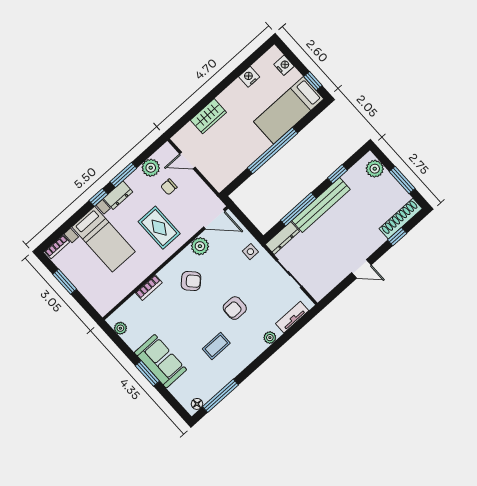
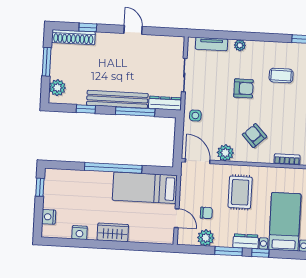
bed: (289, 110) -> (145, 188), moved, turned 180
wardrobe: (208, 116) -> (113, 232), moved

